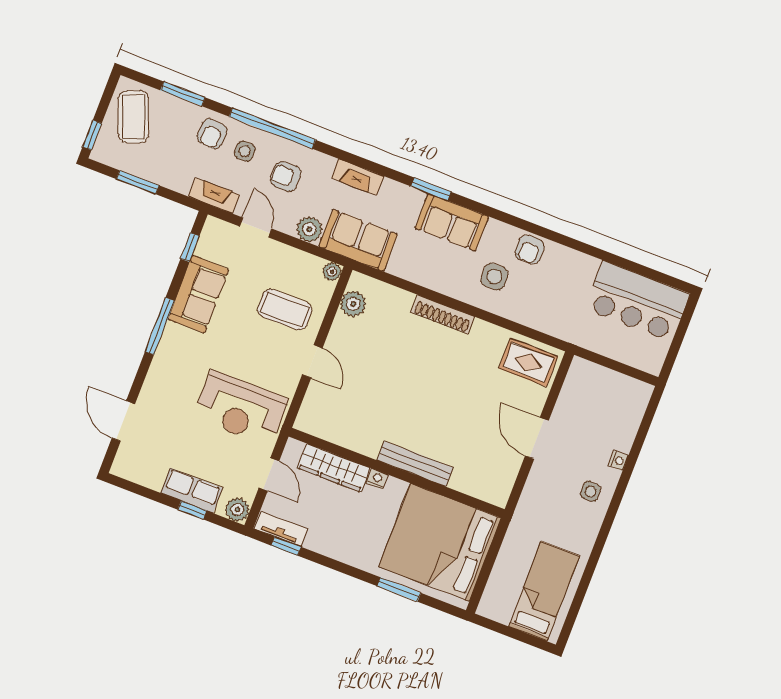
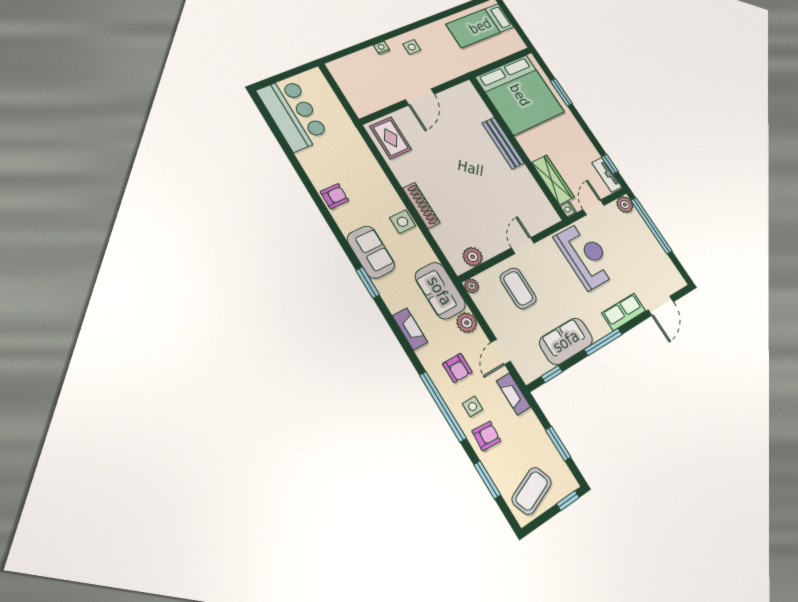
side table: (494, 277) -> (403, 222), moved
nightstand: (377, 479) -> (568, 209), moved
row of seats: (192, 490) -> (624, 312), moved, turned 90
window: (192, 510) -> (651, 226), width x3.17

